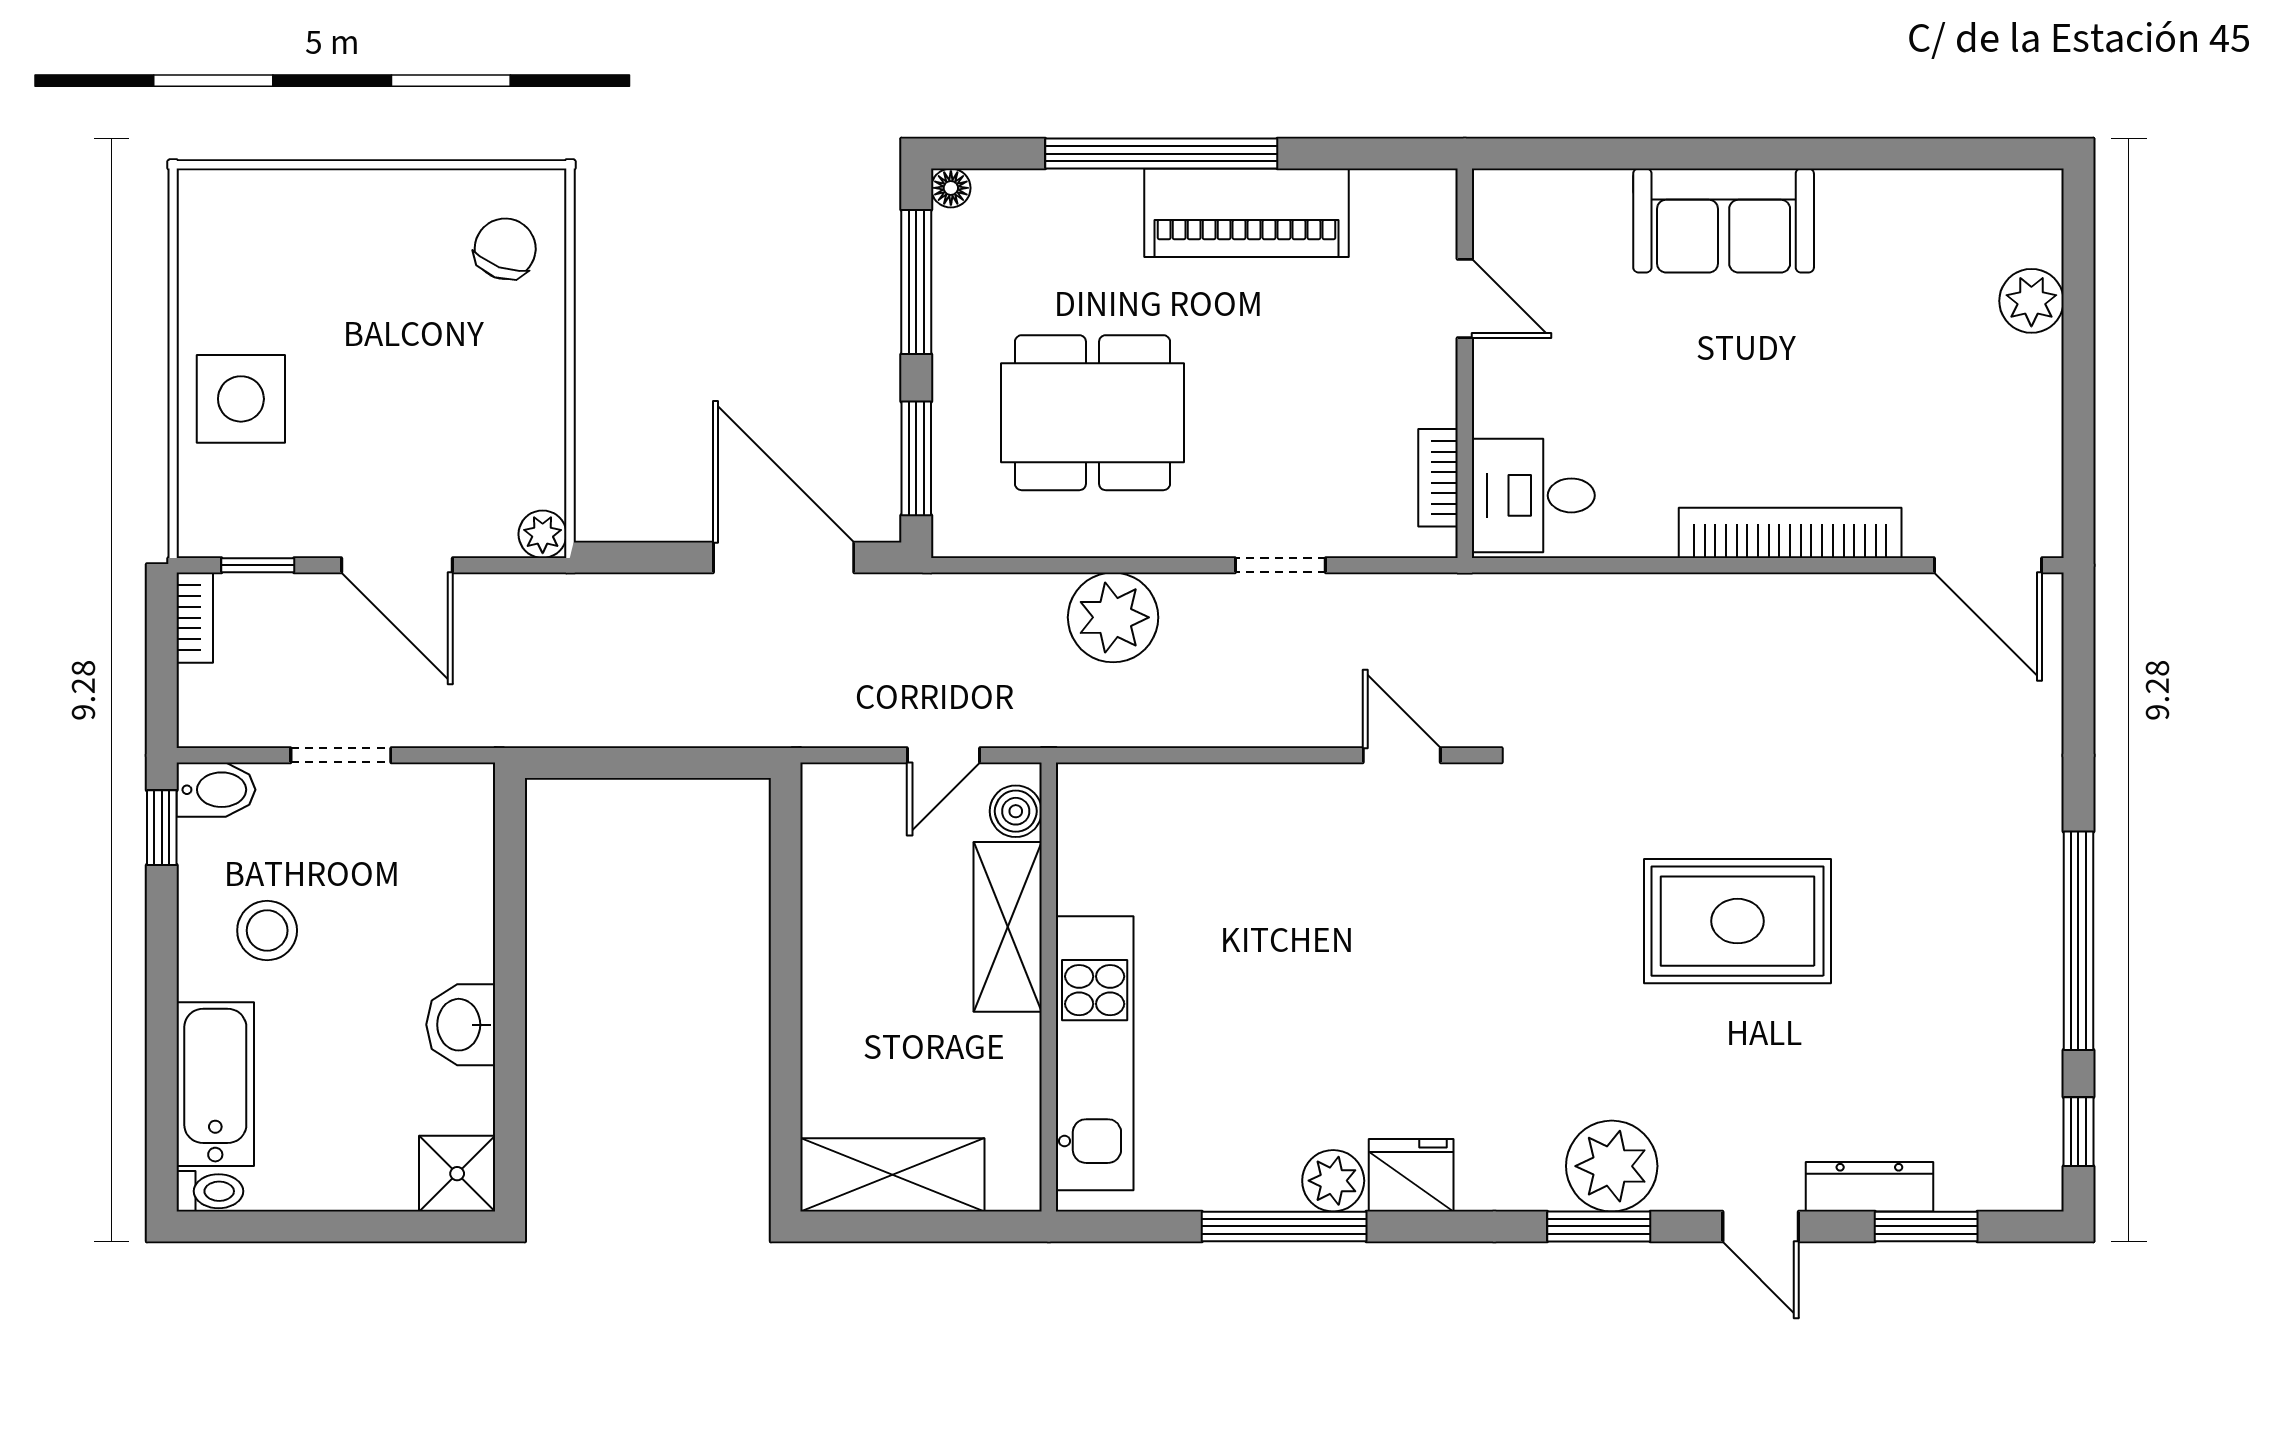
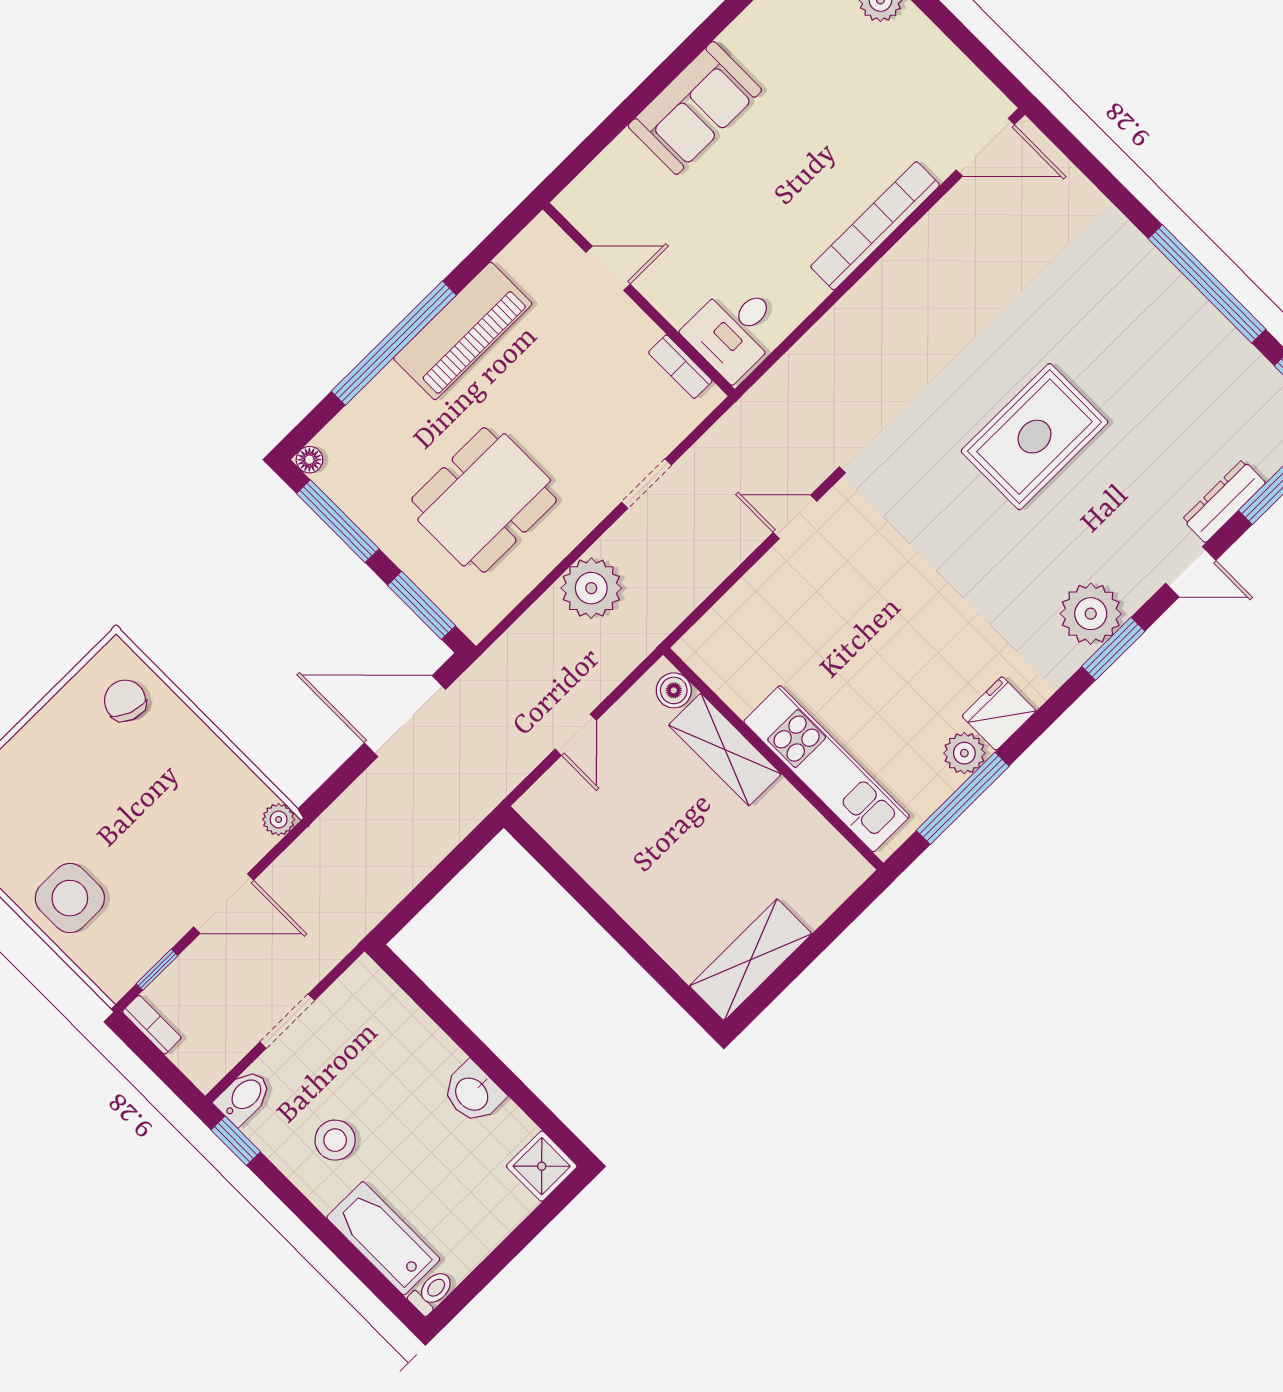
boiler: (1016, 811) -> (674, 690), moved
shelving: (1008, 927) -> (725, 750), moved
wall: (1049, 987) -> (773, 759), moved
kitchen unit: (1095, 1053) -> (827, 769), moved

